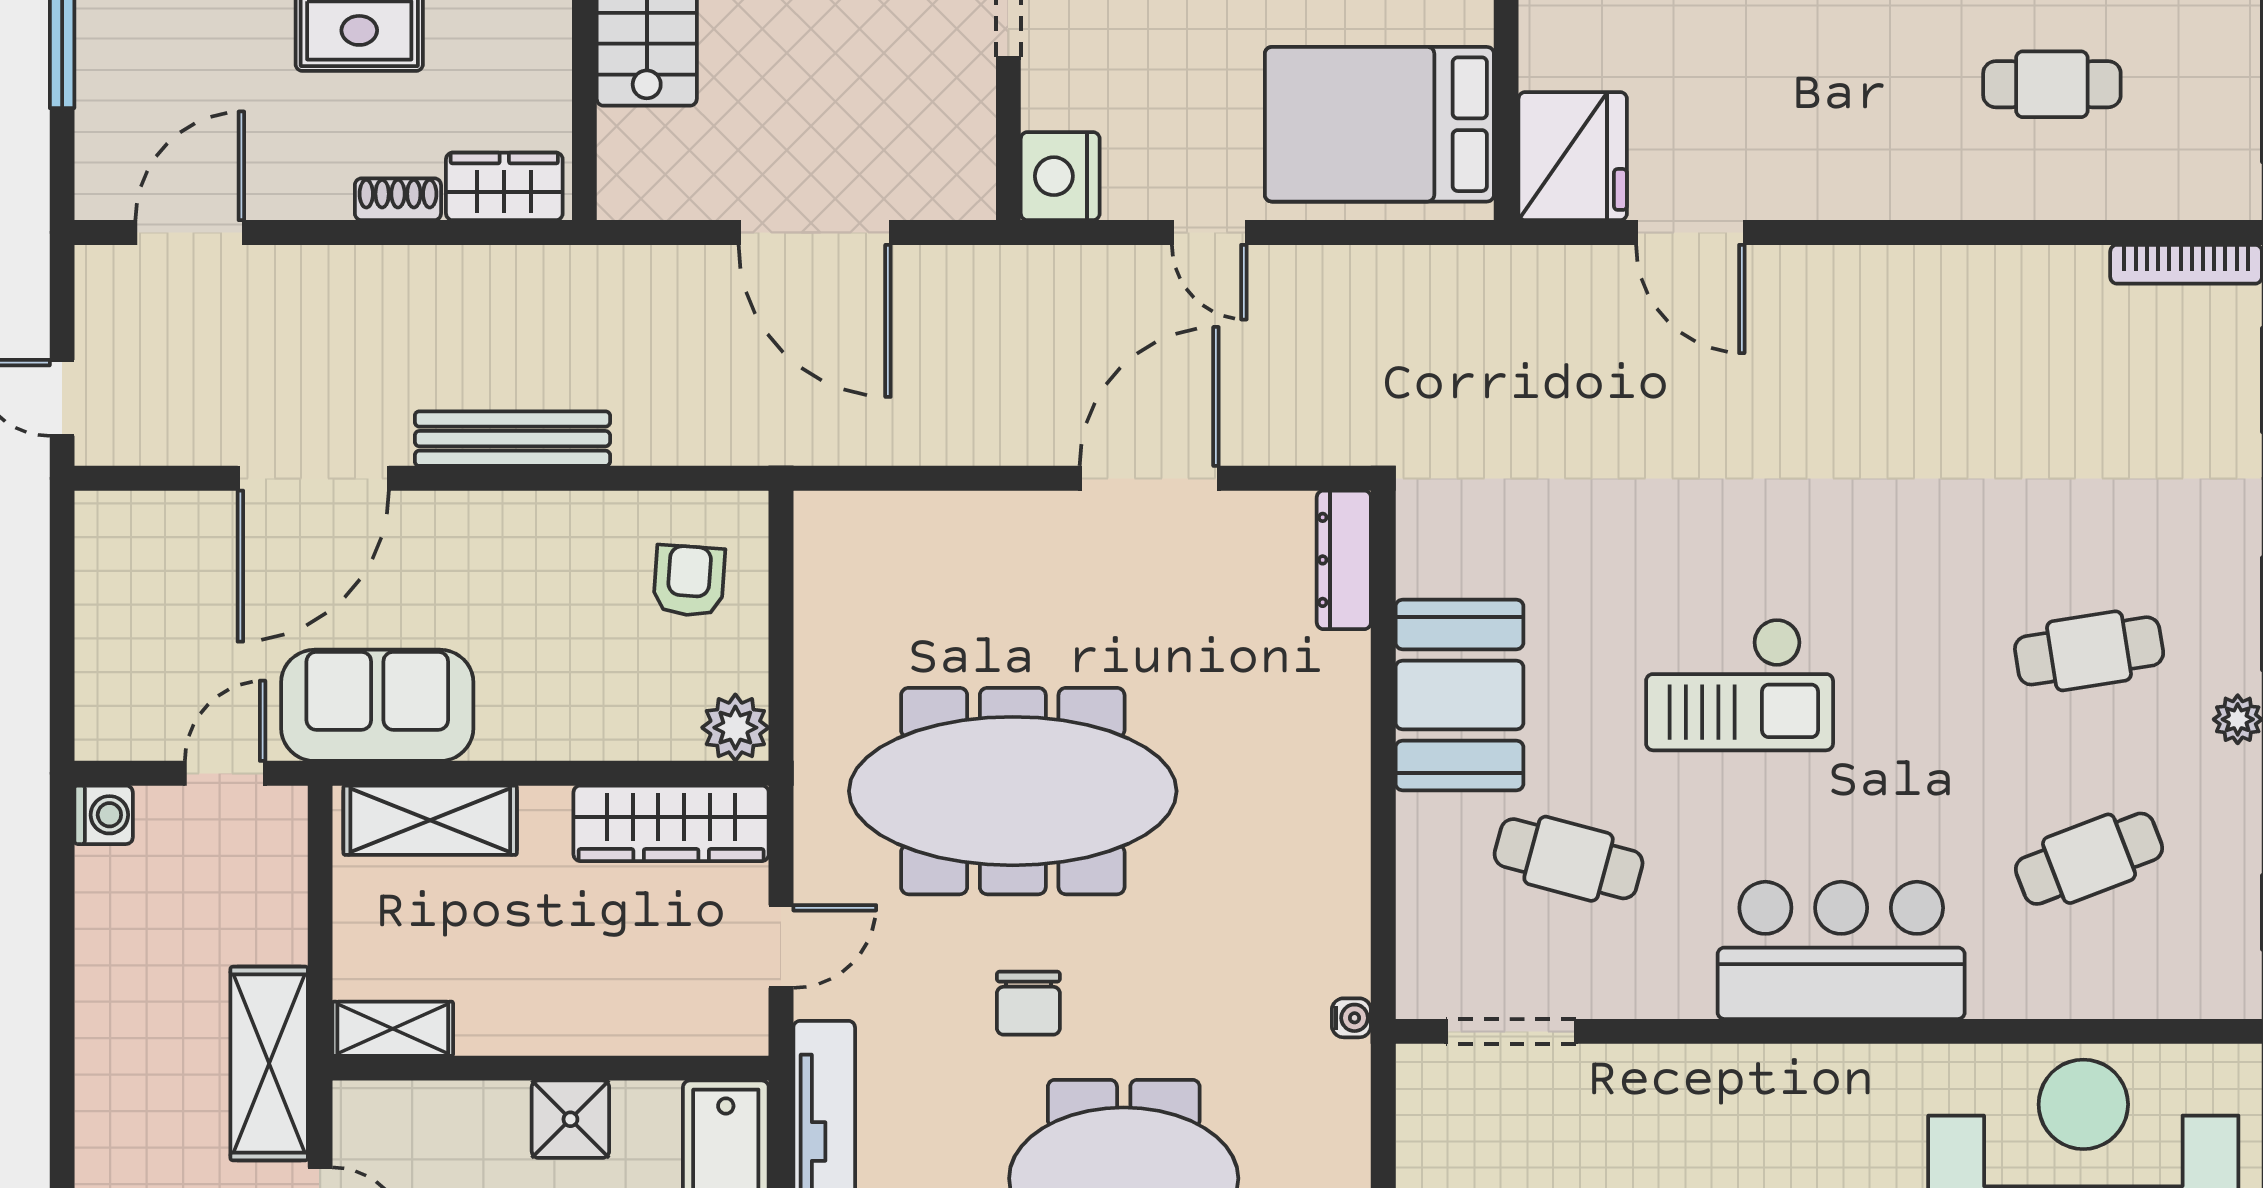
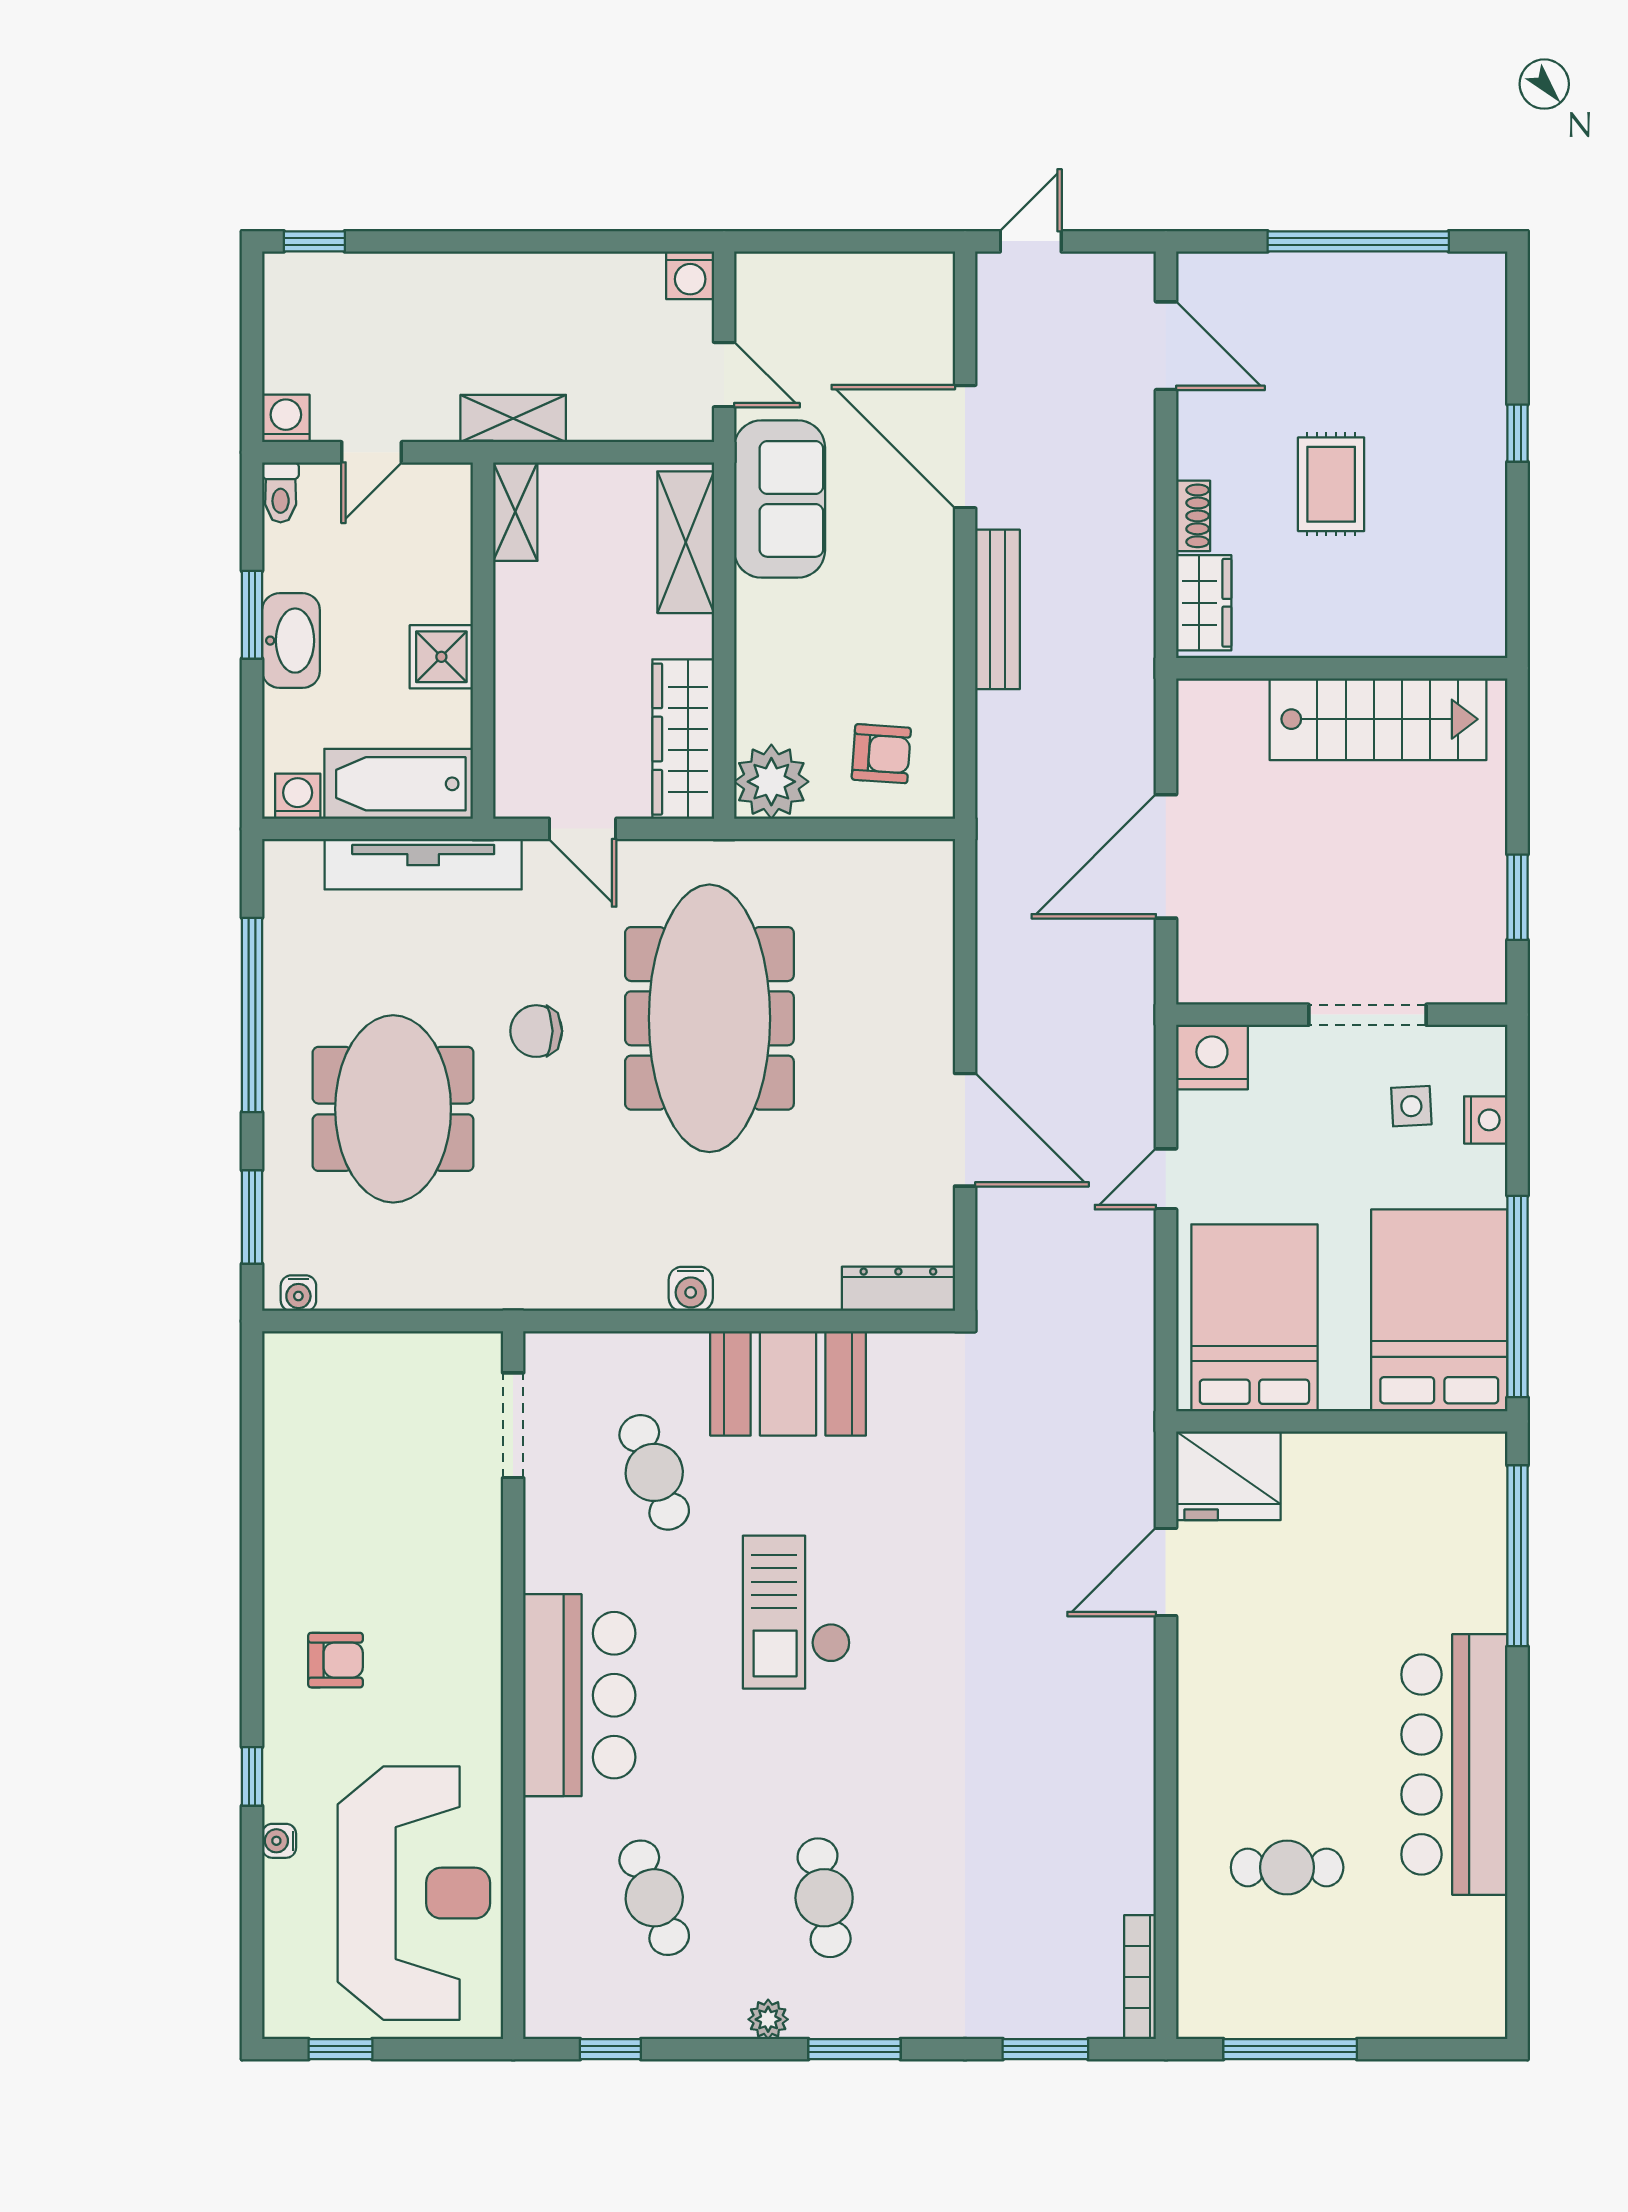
cafe table: (2052, 84) -> (1287, 1867), turned 90
plant: (735, 728) -> (771, 782), width x1.36, depth x1.36
cafe table: (1569, 859) -> (654, 1472), turned -36
water cooler: (1351, 1018) -> (691, 1289), moved, width x1.38, depth x1.38
shelving: (269, 1064) -> (513, 419), width x0.67, depth x0.75

